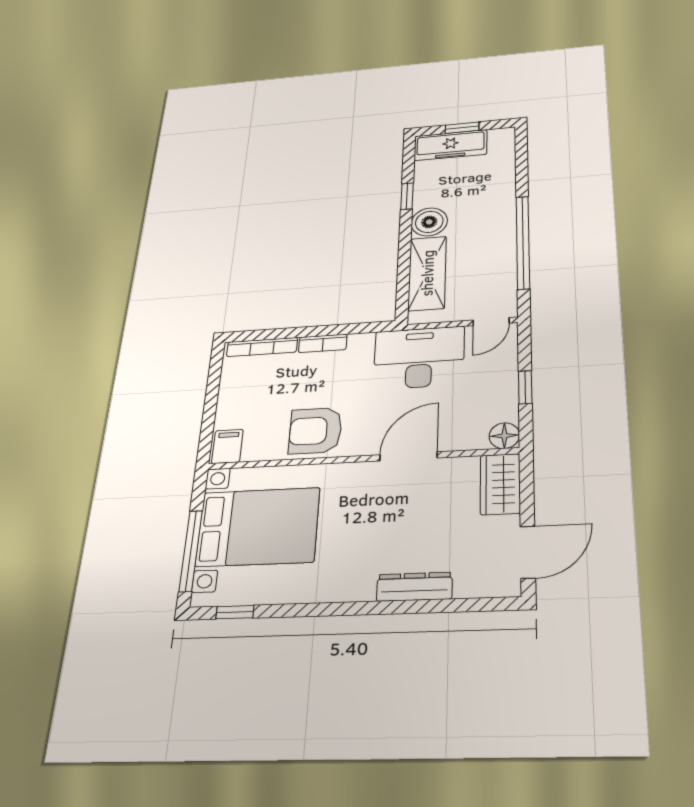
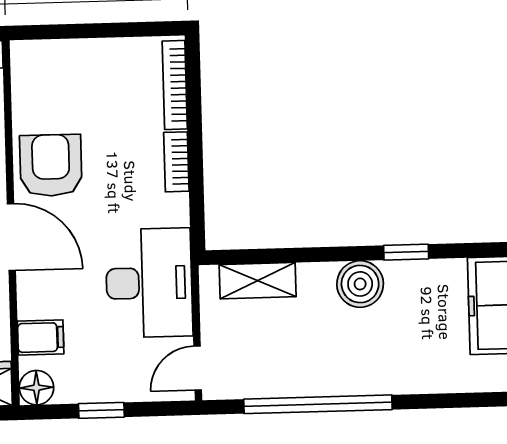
shelving: (427, 273) -> (258, 281), width x0.67, depth x0.75
door: (491, 322) -> (198, 368), hinge flipped
filing cabinet: (227, 446) -> (41, 337), moved
door: (408, 456) -> (11, 237), moved

